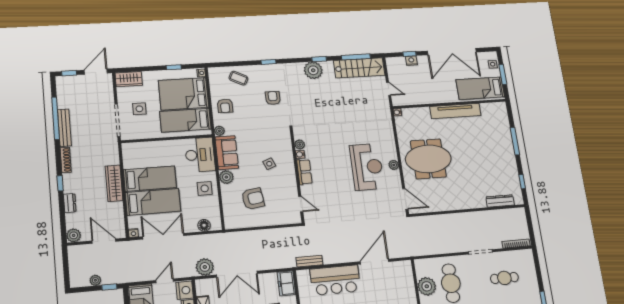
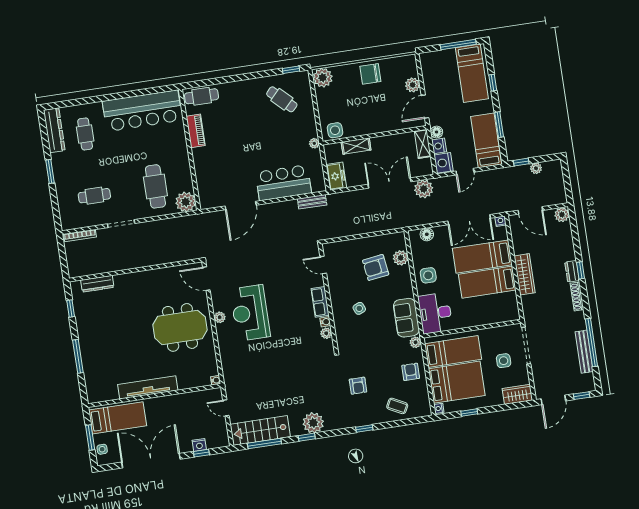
bench: (64, 128) -> (584, 352), moved
plant: (226, 177) -> (401, 258), moved
dresser: (70, 203) -> (572, 271), moved
plant: (427, 286) -> (186, 202), moved

